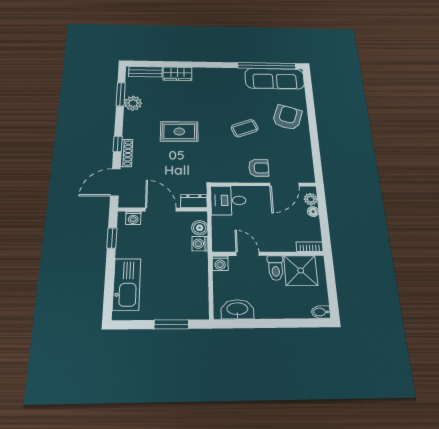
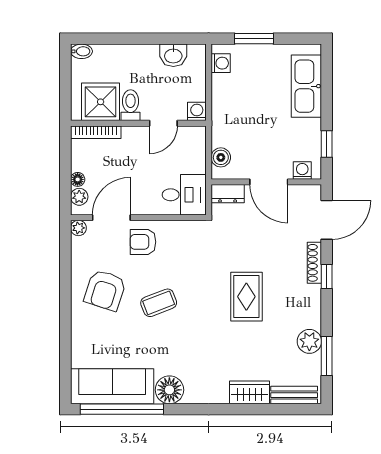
floor lamp: (234, 76) -> (169, 390), added
armchair: (287, 117) -> (105, 290), moved
rug: (179, 132) -> (246, 297), turned 90
plant: (309, 178) -> (78, 228), added
washing machine: (200, 244) -> (221, 63), moved
bookcase: (310, 247) -> (96, 132), width x1.56
door: (248, 254) -> (163, 123), hinge flipped
washbasin: (237, 309) -> (173, 55), width x0.72

